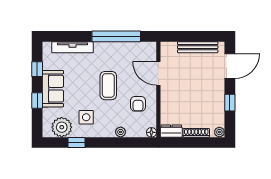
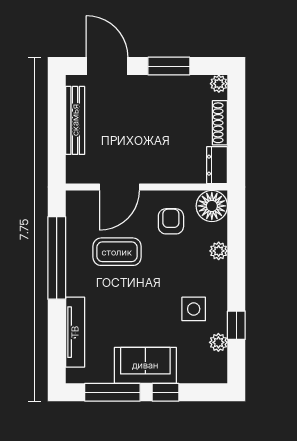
window: (37, 69) -> (112, 392), width x2.17
coffee table: (108, 86) -> (117, 252), moved
window: (230, 103) -> (169, 66), width x1.50
armchair: (138, 104) -> (171, 221), turned -90
plant: (62, 127) -> (218, 342), width x0.53, depth x0.53
floor lamp: (151, 132) -> (212, 206), width x1.89, depth x1.89

